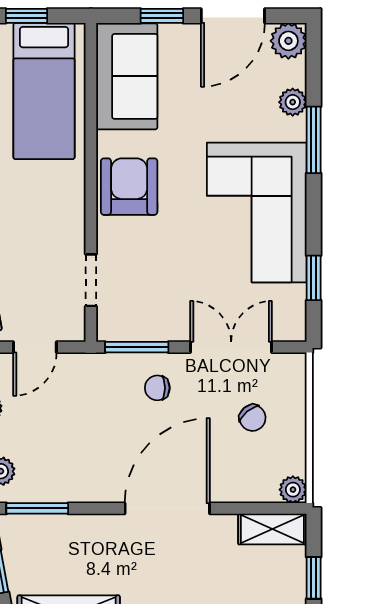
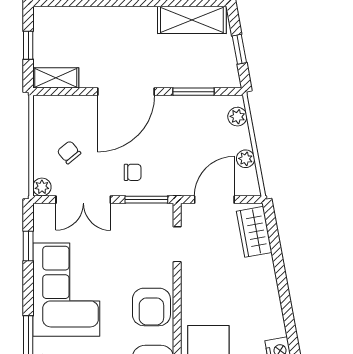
door: (35, 347) -> (214, 200), width x1.38
plant: (293, 490) -> (42, 187), moved
window: (37, 508) -> (194, 92), moved

